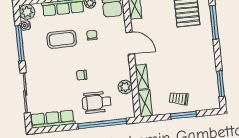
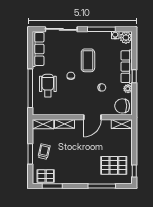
coffee table: (62, 39) -> (88, 60), moved
plant: (125, 87) -> (58, 110), removed
pallet: (209, 93) -> (46, 176), added

